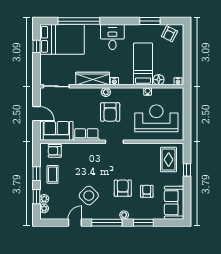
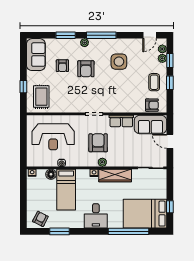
side table: (89, 196) -> (119, 62), turned 45
door: (75, 223) -> (150, 35), moved

